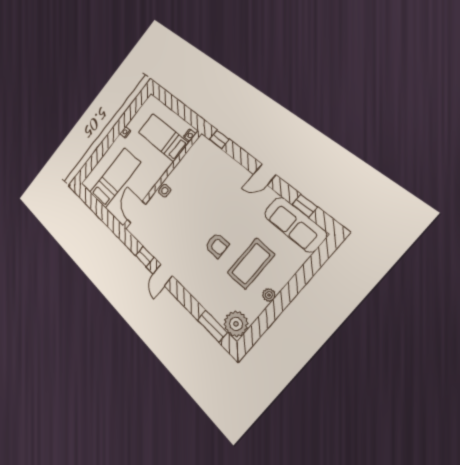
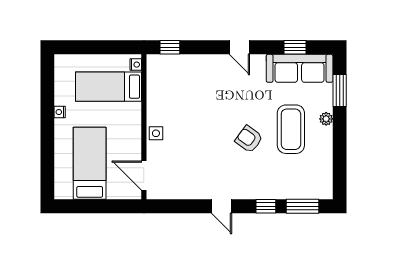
door: (265, 175) -> (239, 47), hinge flipped
armchair: (217, 245) -> (249, 139), turned -144
window: (145, 256) -> (266, 206), moved
window: (311, 267) -> (340, 91), added
plant: (269, 295) -> (326, 119), moved
plant: (236, 324) -> (320, 186), removed

